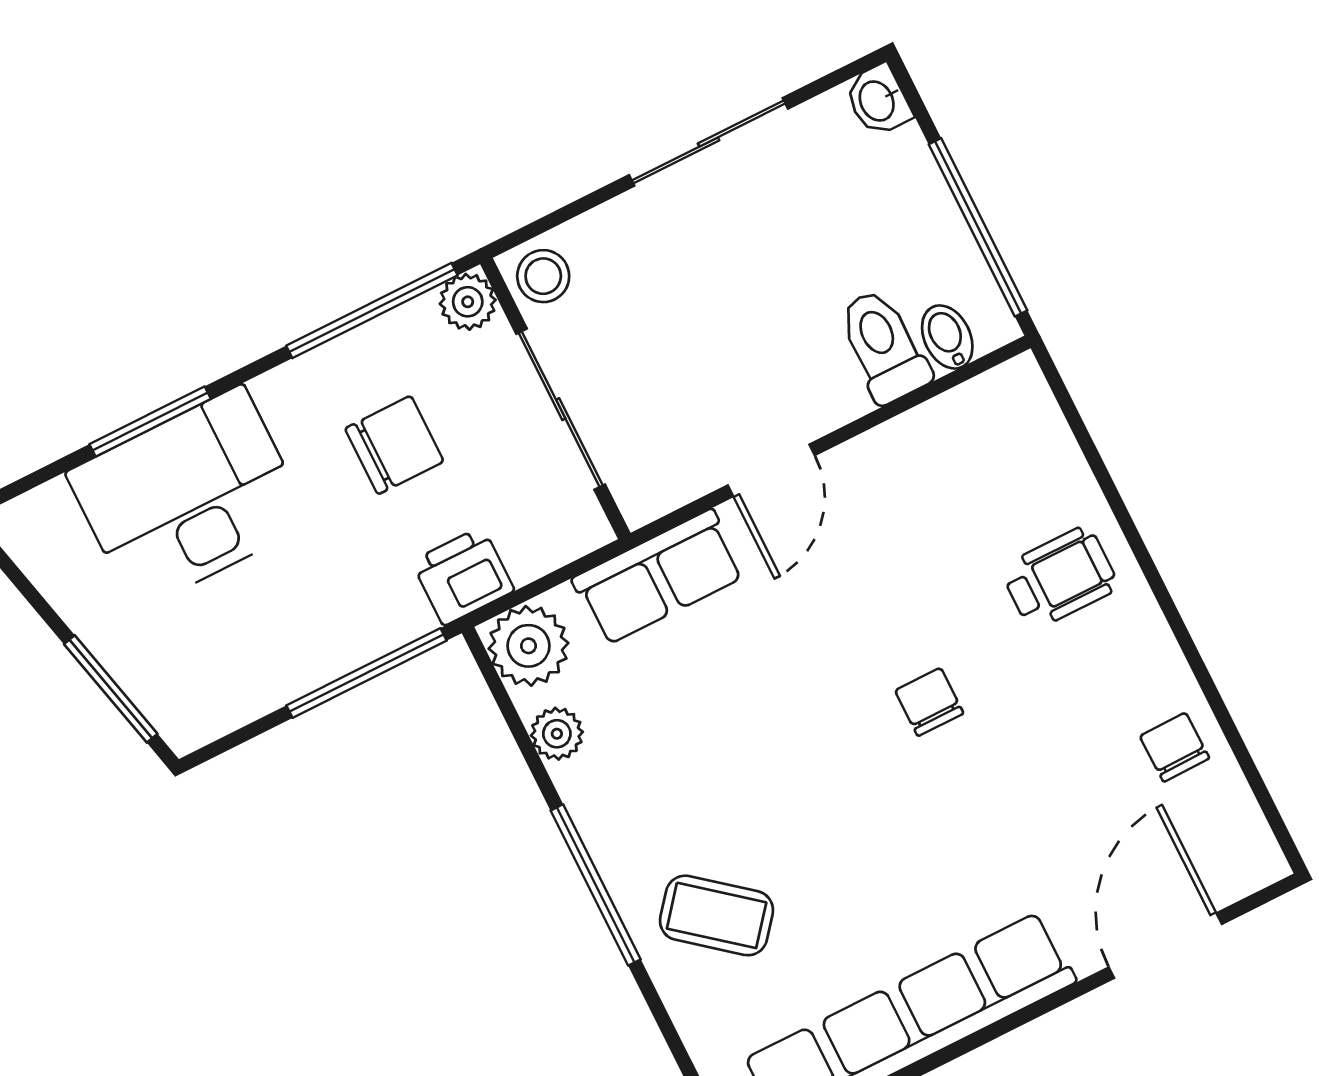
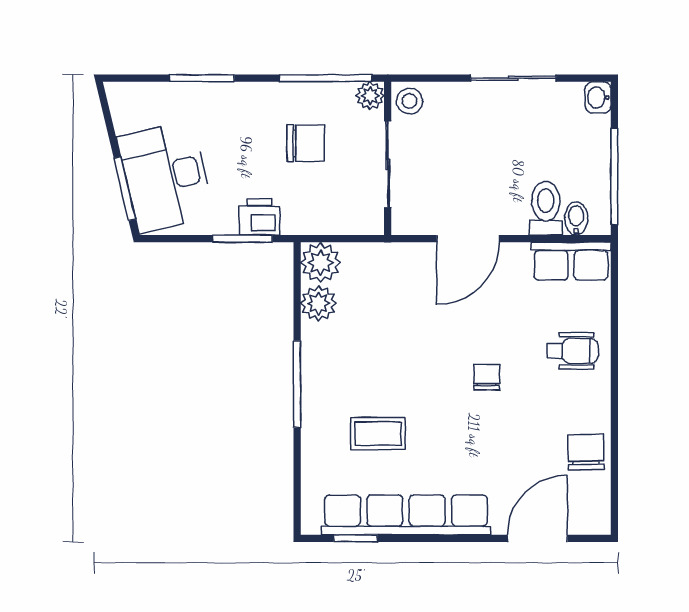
door: (771, 470) -> (468, 239), width x1.38
desk: (189, 498) -> (166, 177), moved, turned -103
printer: (463, 576) -> (259, 217), moved
row of seats: (659, 577) -> (571, 261), moved
window: (367, 673) -> (242, 239), width x0.69
plant: (557, 734) -> (318, 303), width x1.38, depth x1.38
chair: (1175, 747) -> (586, 452), width x1.37, depth x1.37
coffee table: (717, 915) -> (378, 434), moved, turned -39

